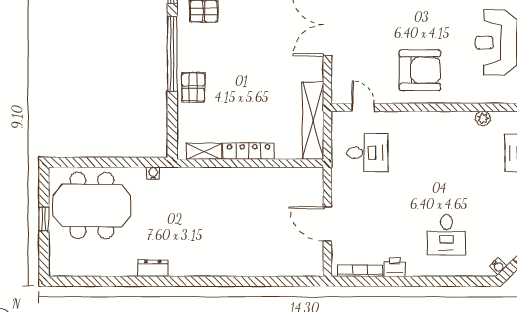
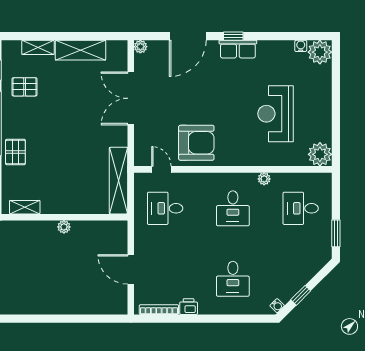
armchair: (420, 70) -> (196, 143), moved
locker: (249, 151) -> (63, 207), removed
desk: (367, 153) -> (165, 208), turned 180
desk: (446, 153) -> (233, 208), added
plant: (250, 174) -> (64, 227), added

